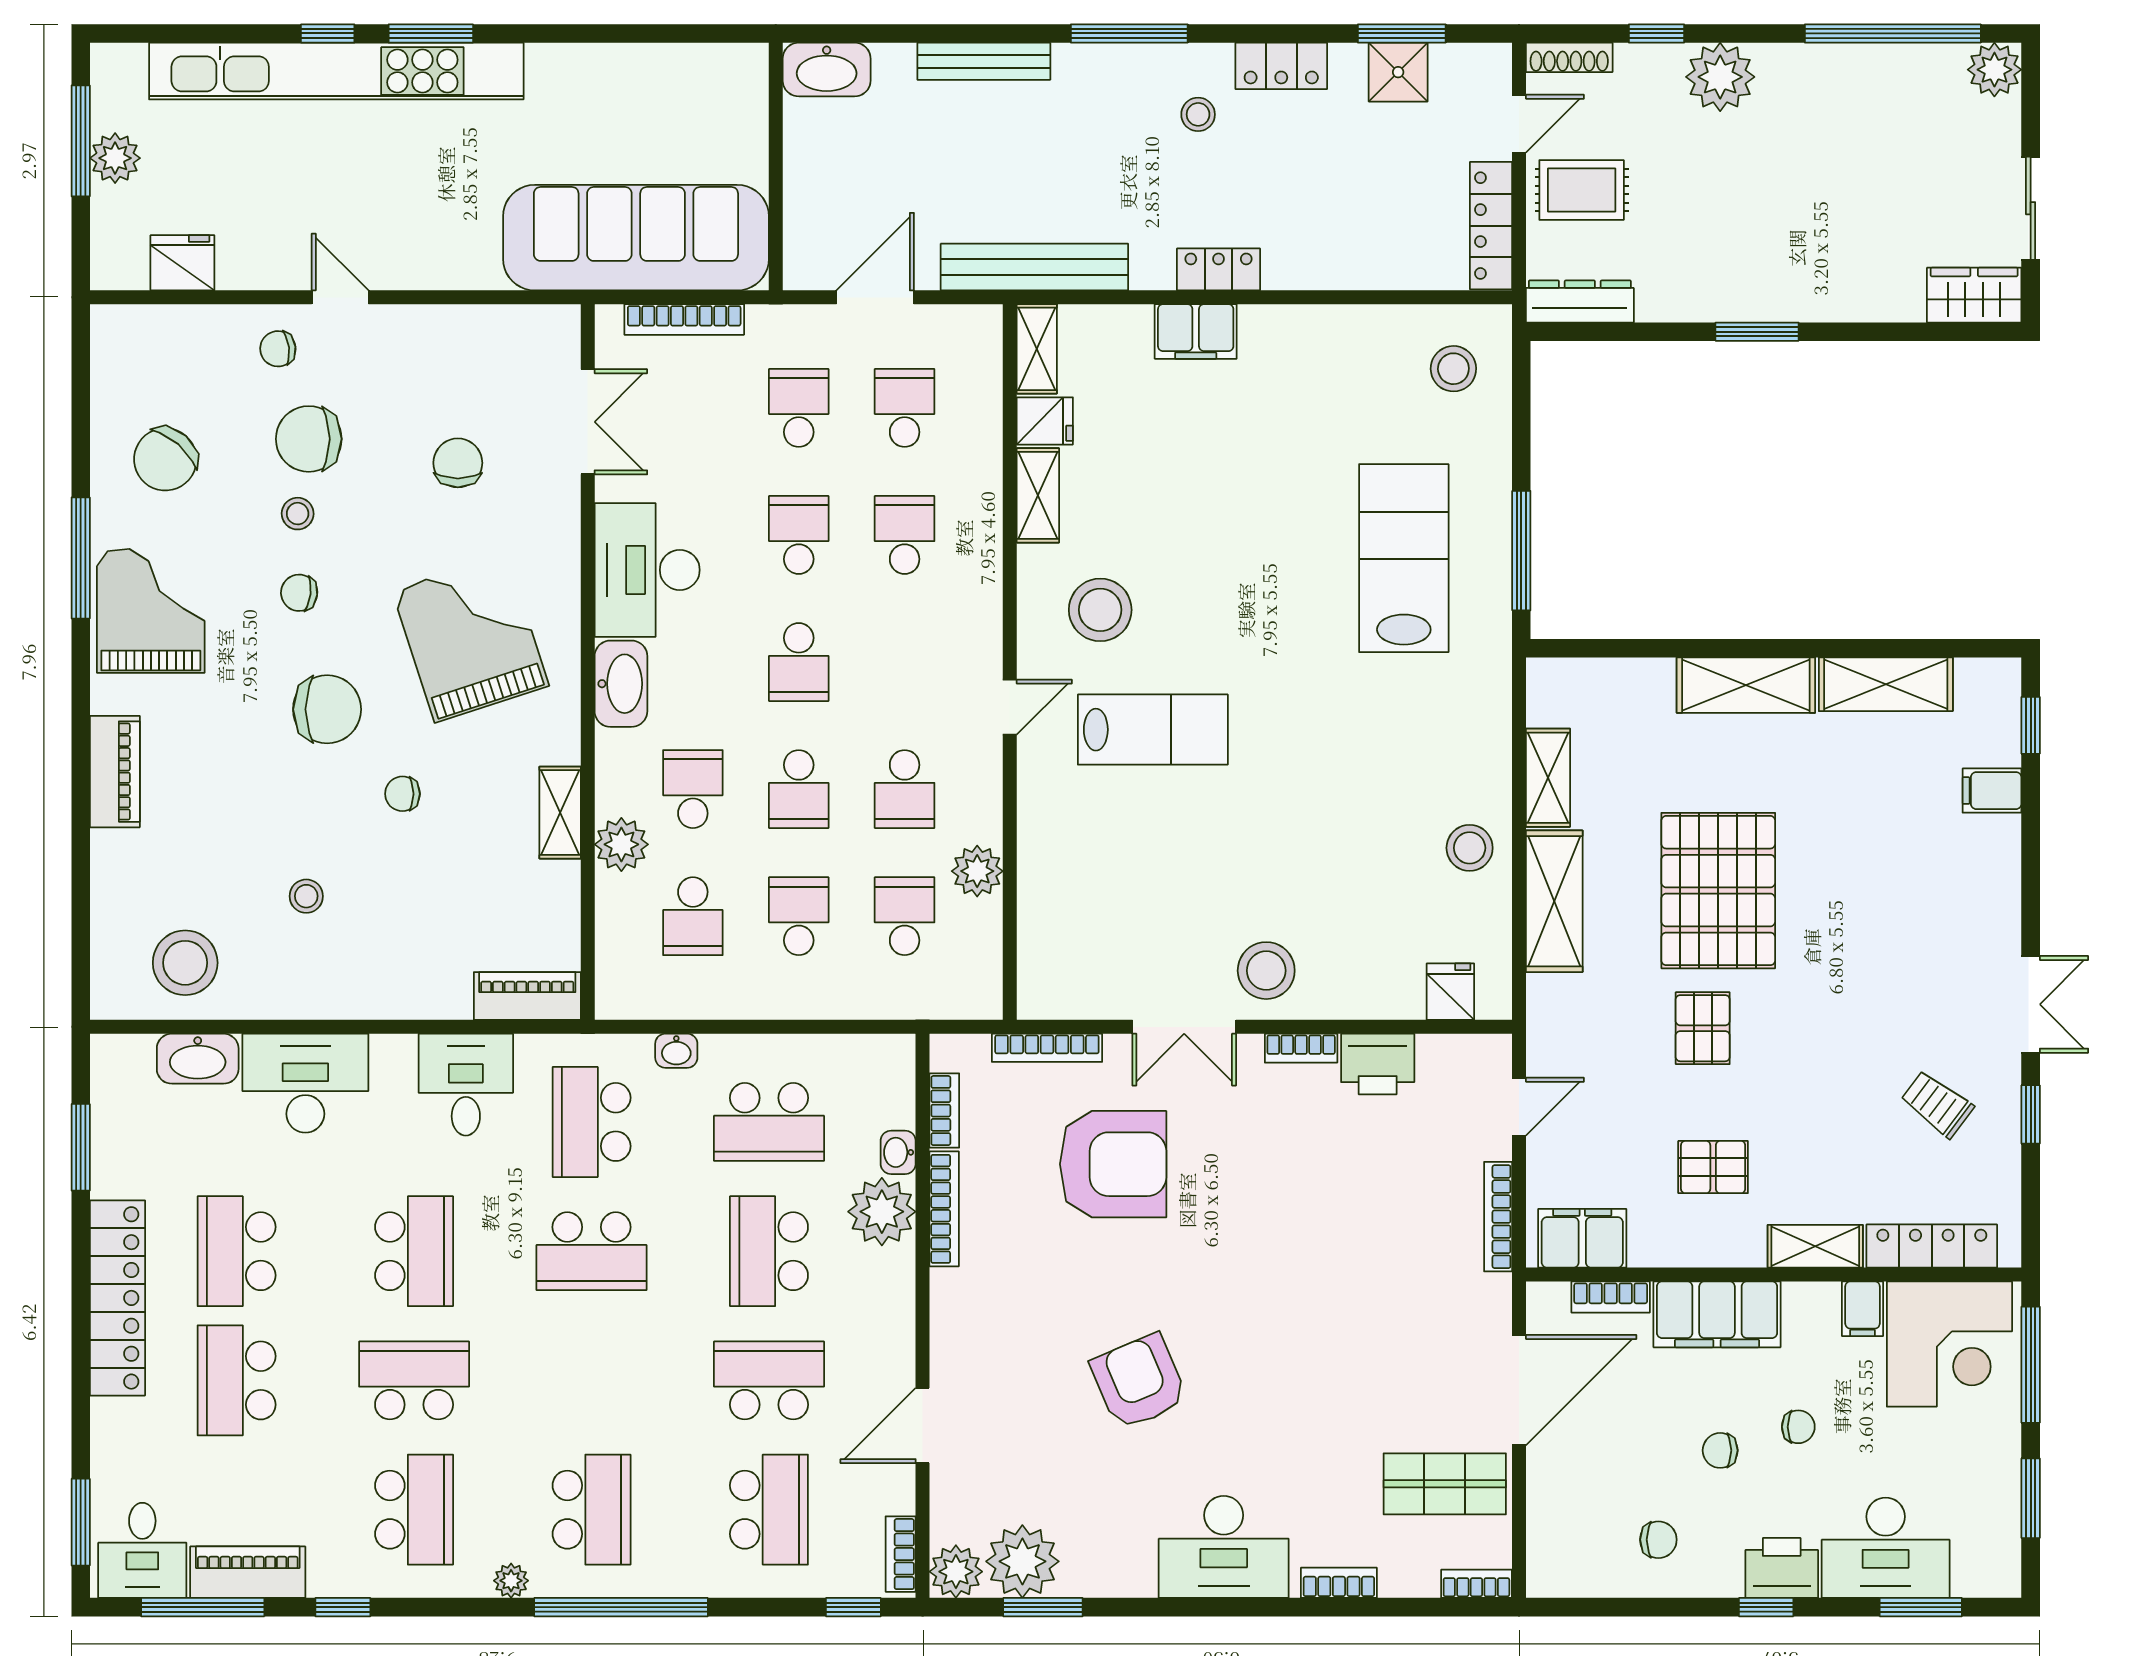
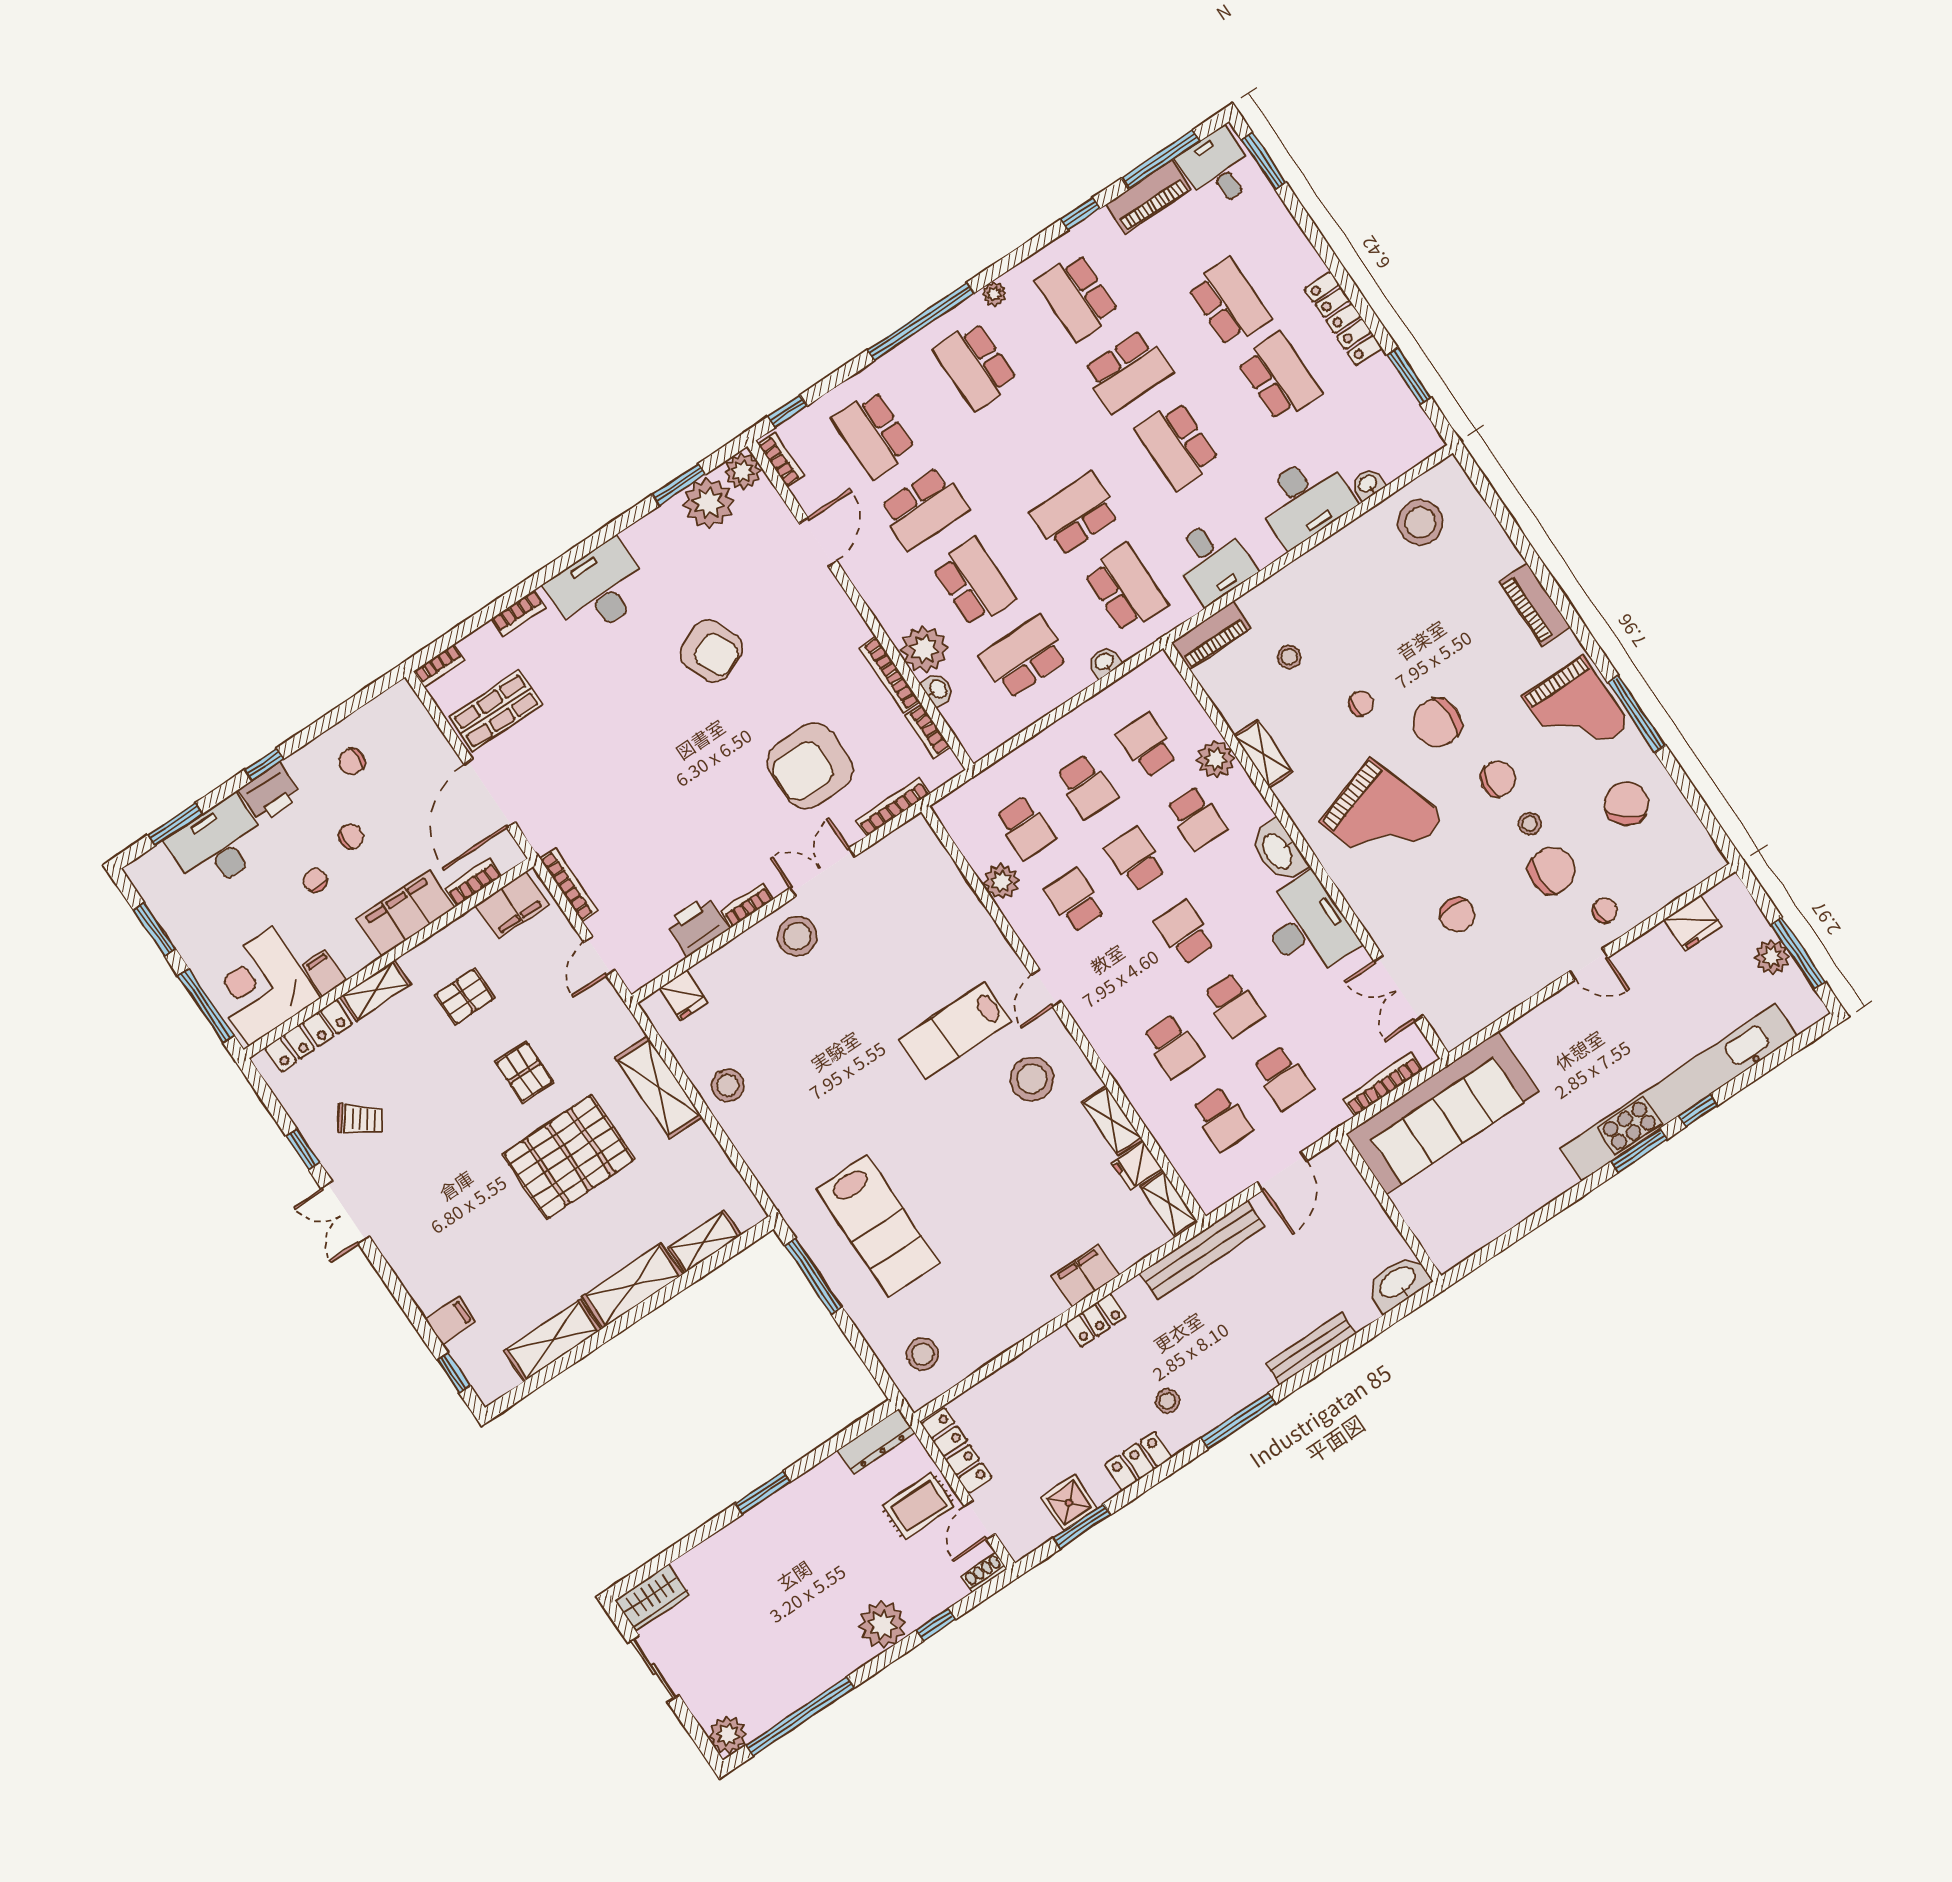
shoe rack: (1569, 57) -> (984, 1572), width x0.70
chair: (299, 593) -> (1498, 779), width x1.37, depth x1.37
shelving: (1548, 778) -> (704, 1242), moved, turned 90
pallet: (1718, 891) -> (569, 1157), turned 90
stool: (306, 896) -> (1289, 657), moved
washbasin: (198, 1059) -> (1368, 484), width x0.52, depth x0.69
locker: (117, 1298) -> (1343, 318), width x0.71, depth x0.83
chair: (1798, 1427) -> (315, 880), turned 90

